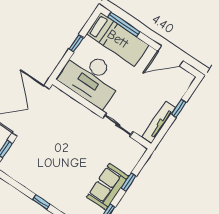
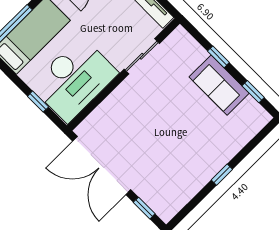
window: (76, 43) -> (38, 102), moved

